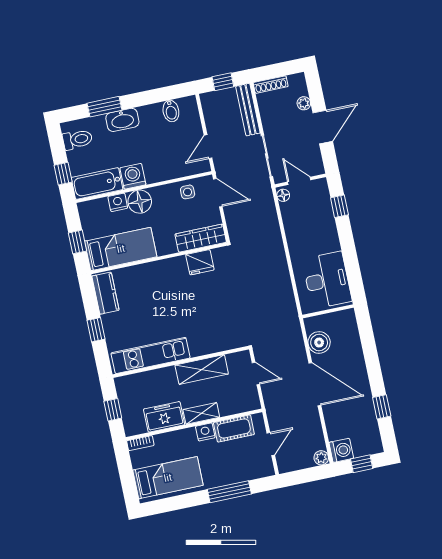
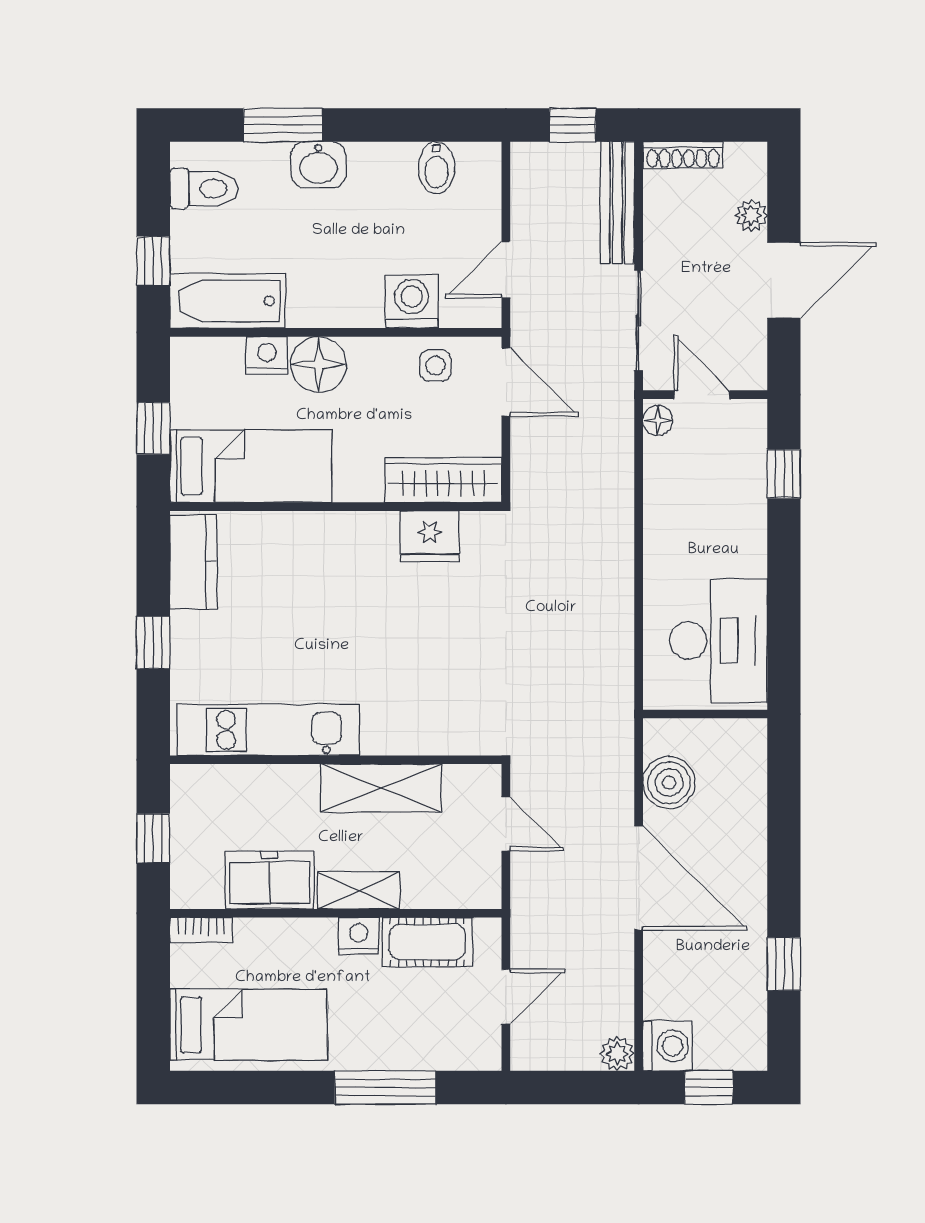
washbasin: (122, 120) -> (318, 165), width x0.72
washing machine: (133, 176) -> (412, 302), moved

